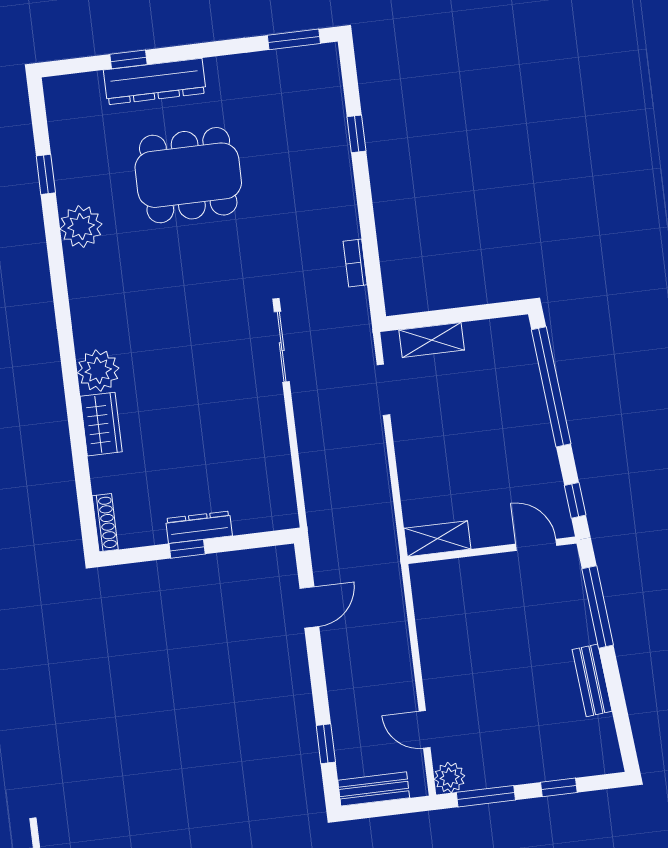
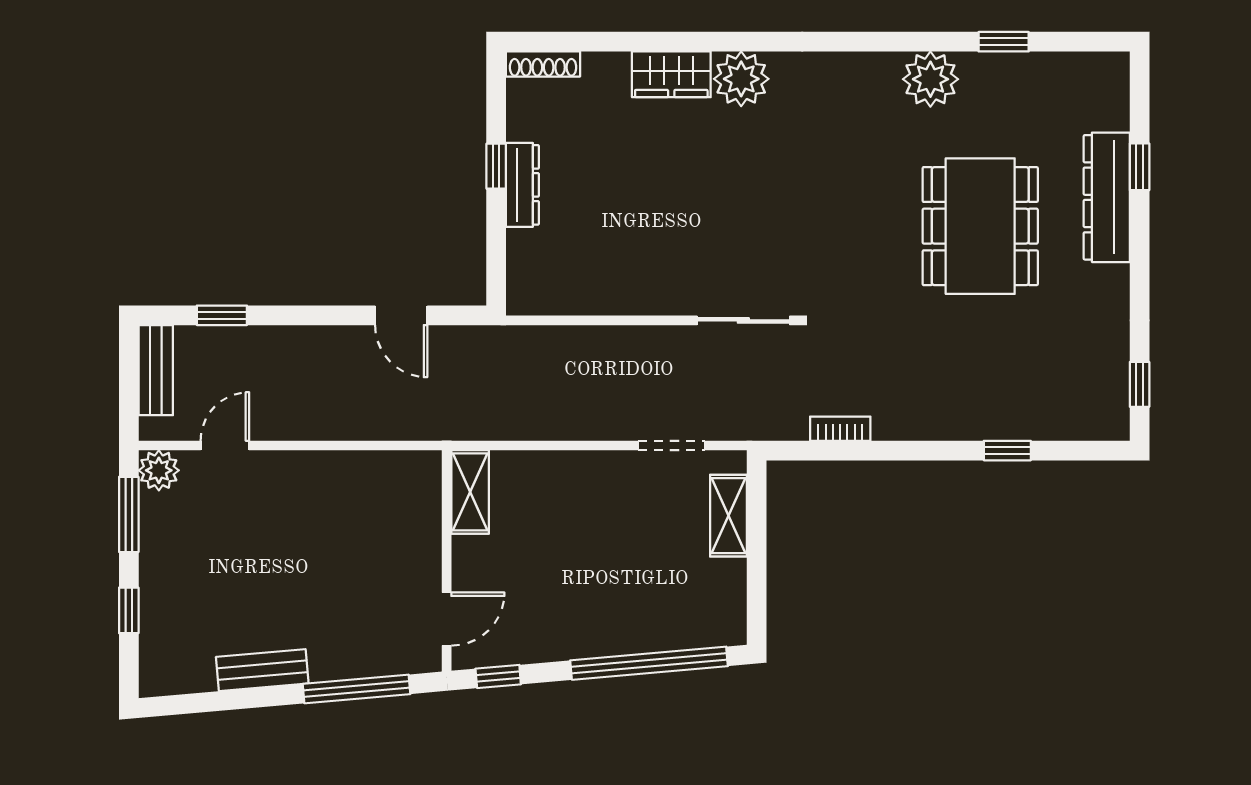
window: (294, 39) -> (1140, 384), width x0.67

